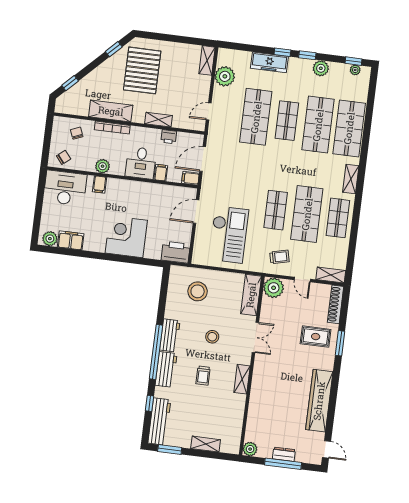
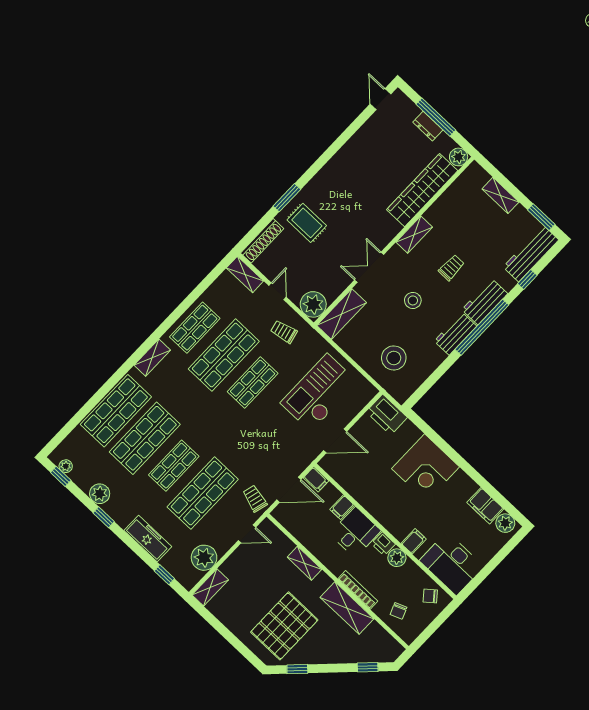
window: (282, 52) -> (164, 575), moved
printer: (169, 137) -> (383, 544), moved, turned 180
trolley: (220, 138) -> (255, 499), added
wardrobe: (319, 401) -> (422, 190), moved, turned 180

